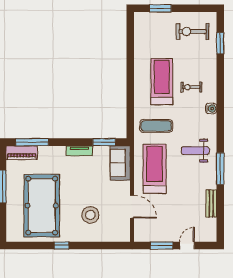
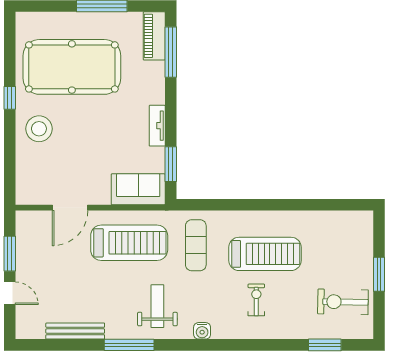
window: (160, 8) -> (379, 274), moved
exercise bike: (193, 31) -> (343, 302), turned -89
water cooler: (211, 109) -> (202, 331), moved
bench: (211, 203) -> (75, 331), width x1.36
stool: (90, 215) -> (39, 129), moved

